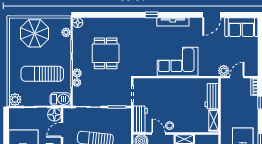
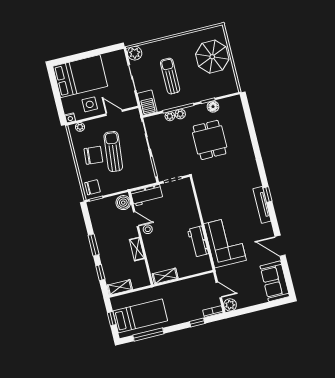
window: (152, 15) -> (267, 194), moved
floor lamp: (78, 23) -> (213, 107), moved
plant: (66, 32) -> (222, 91), removed
dining table: (106, 53) -> (210, 140), turned 90
corner sofa: (178, 62) -> (225, 242), moved
plant: (224, 71) -> (230, 305), moved
sun lounger: (42, 74) -> (170, 76), width x0.73, depth x0.75
workbench: (212, 96) -> (198, 242), moved, turned -90
floor lamp: (54, 115) -> (129, 100), removed
door: (158, 134) -> (136, 219), hinge flipped

